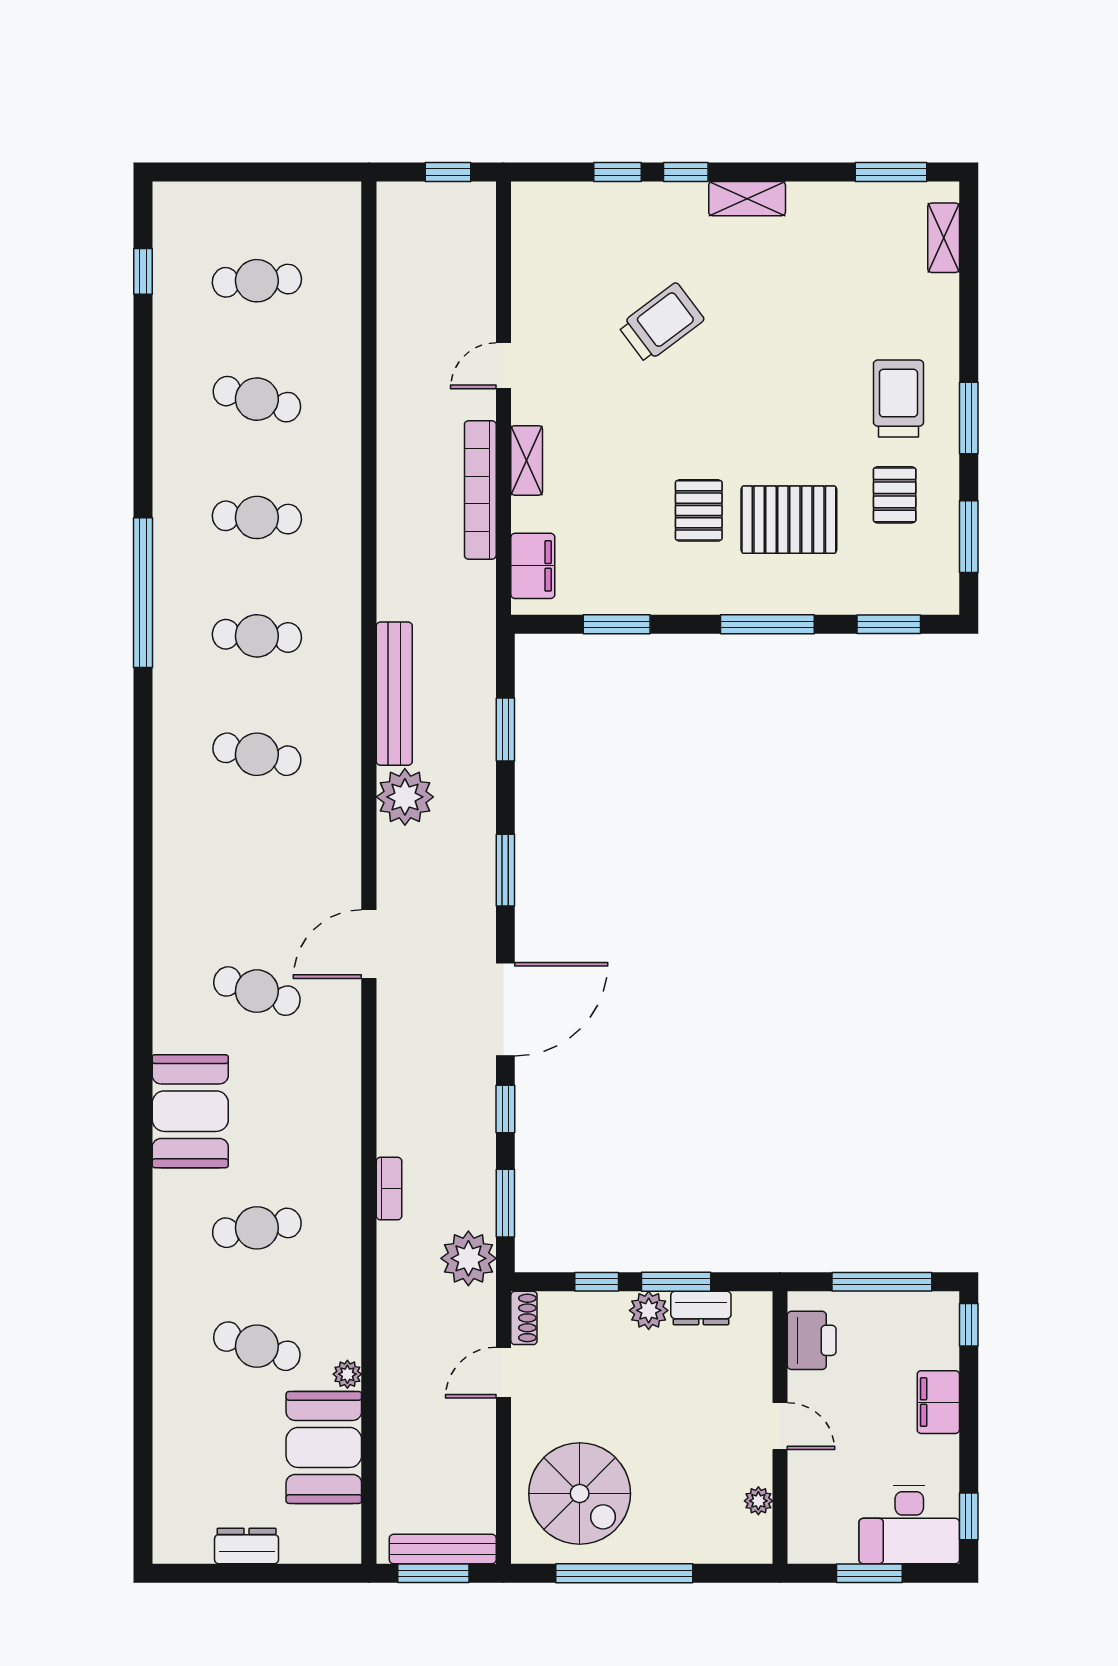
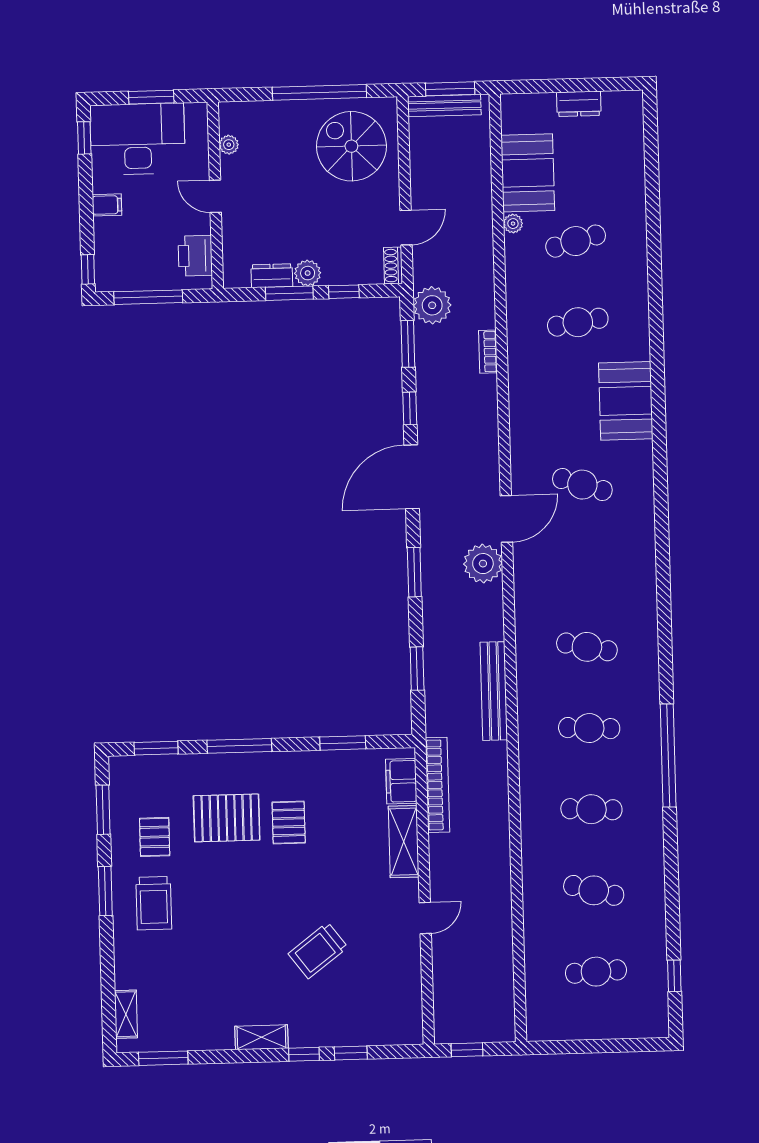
shelving: (527, 460) -> (404, 842), width x1.50, depth x1.33
bookcase: (480, 490) -> (437, 785), moved
plant: (405, 797) -> (483, 564), moved
cafe table: (257, 1346) -> (576, 241), turned -33
filing cabinet: (938, 1402) -> (107, 205), width x0.50
desk: (909, 1525) -> (138, 139), width x1.36, depth x1.30

